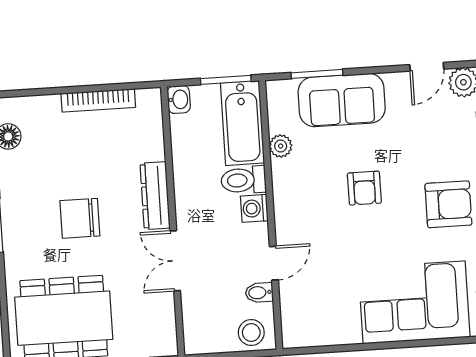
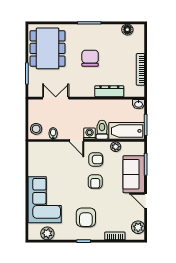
door: (427, 67) -> (146, 201), moved
armchair: (364, 188) -> (95, 182), turned -90
armchair: (313, 190) -> (96, 159), added
dresser: (155, 196) -> (109, 91), moved
double door: (175, 261) -> (56, 98), moved
door: (274, 263) -> (76, 141), moved

